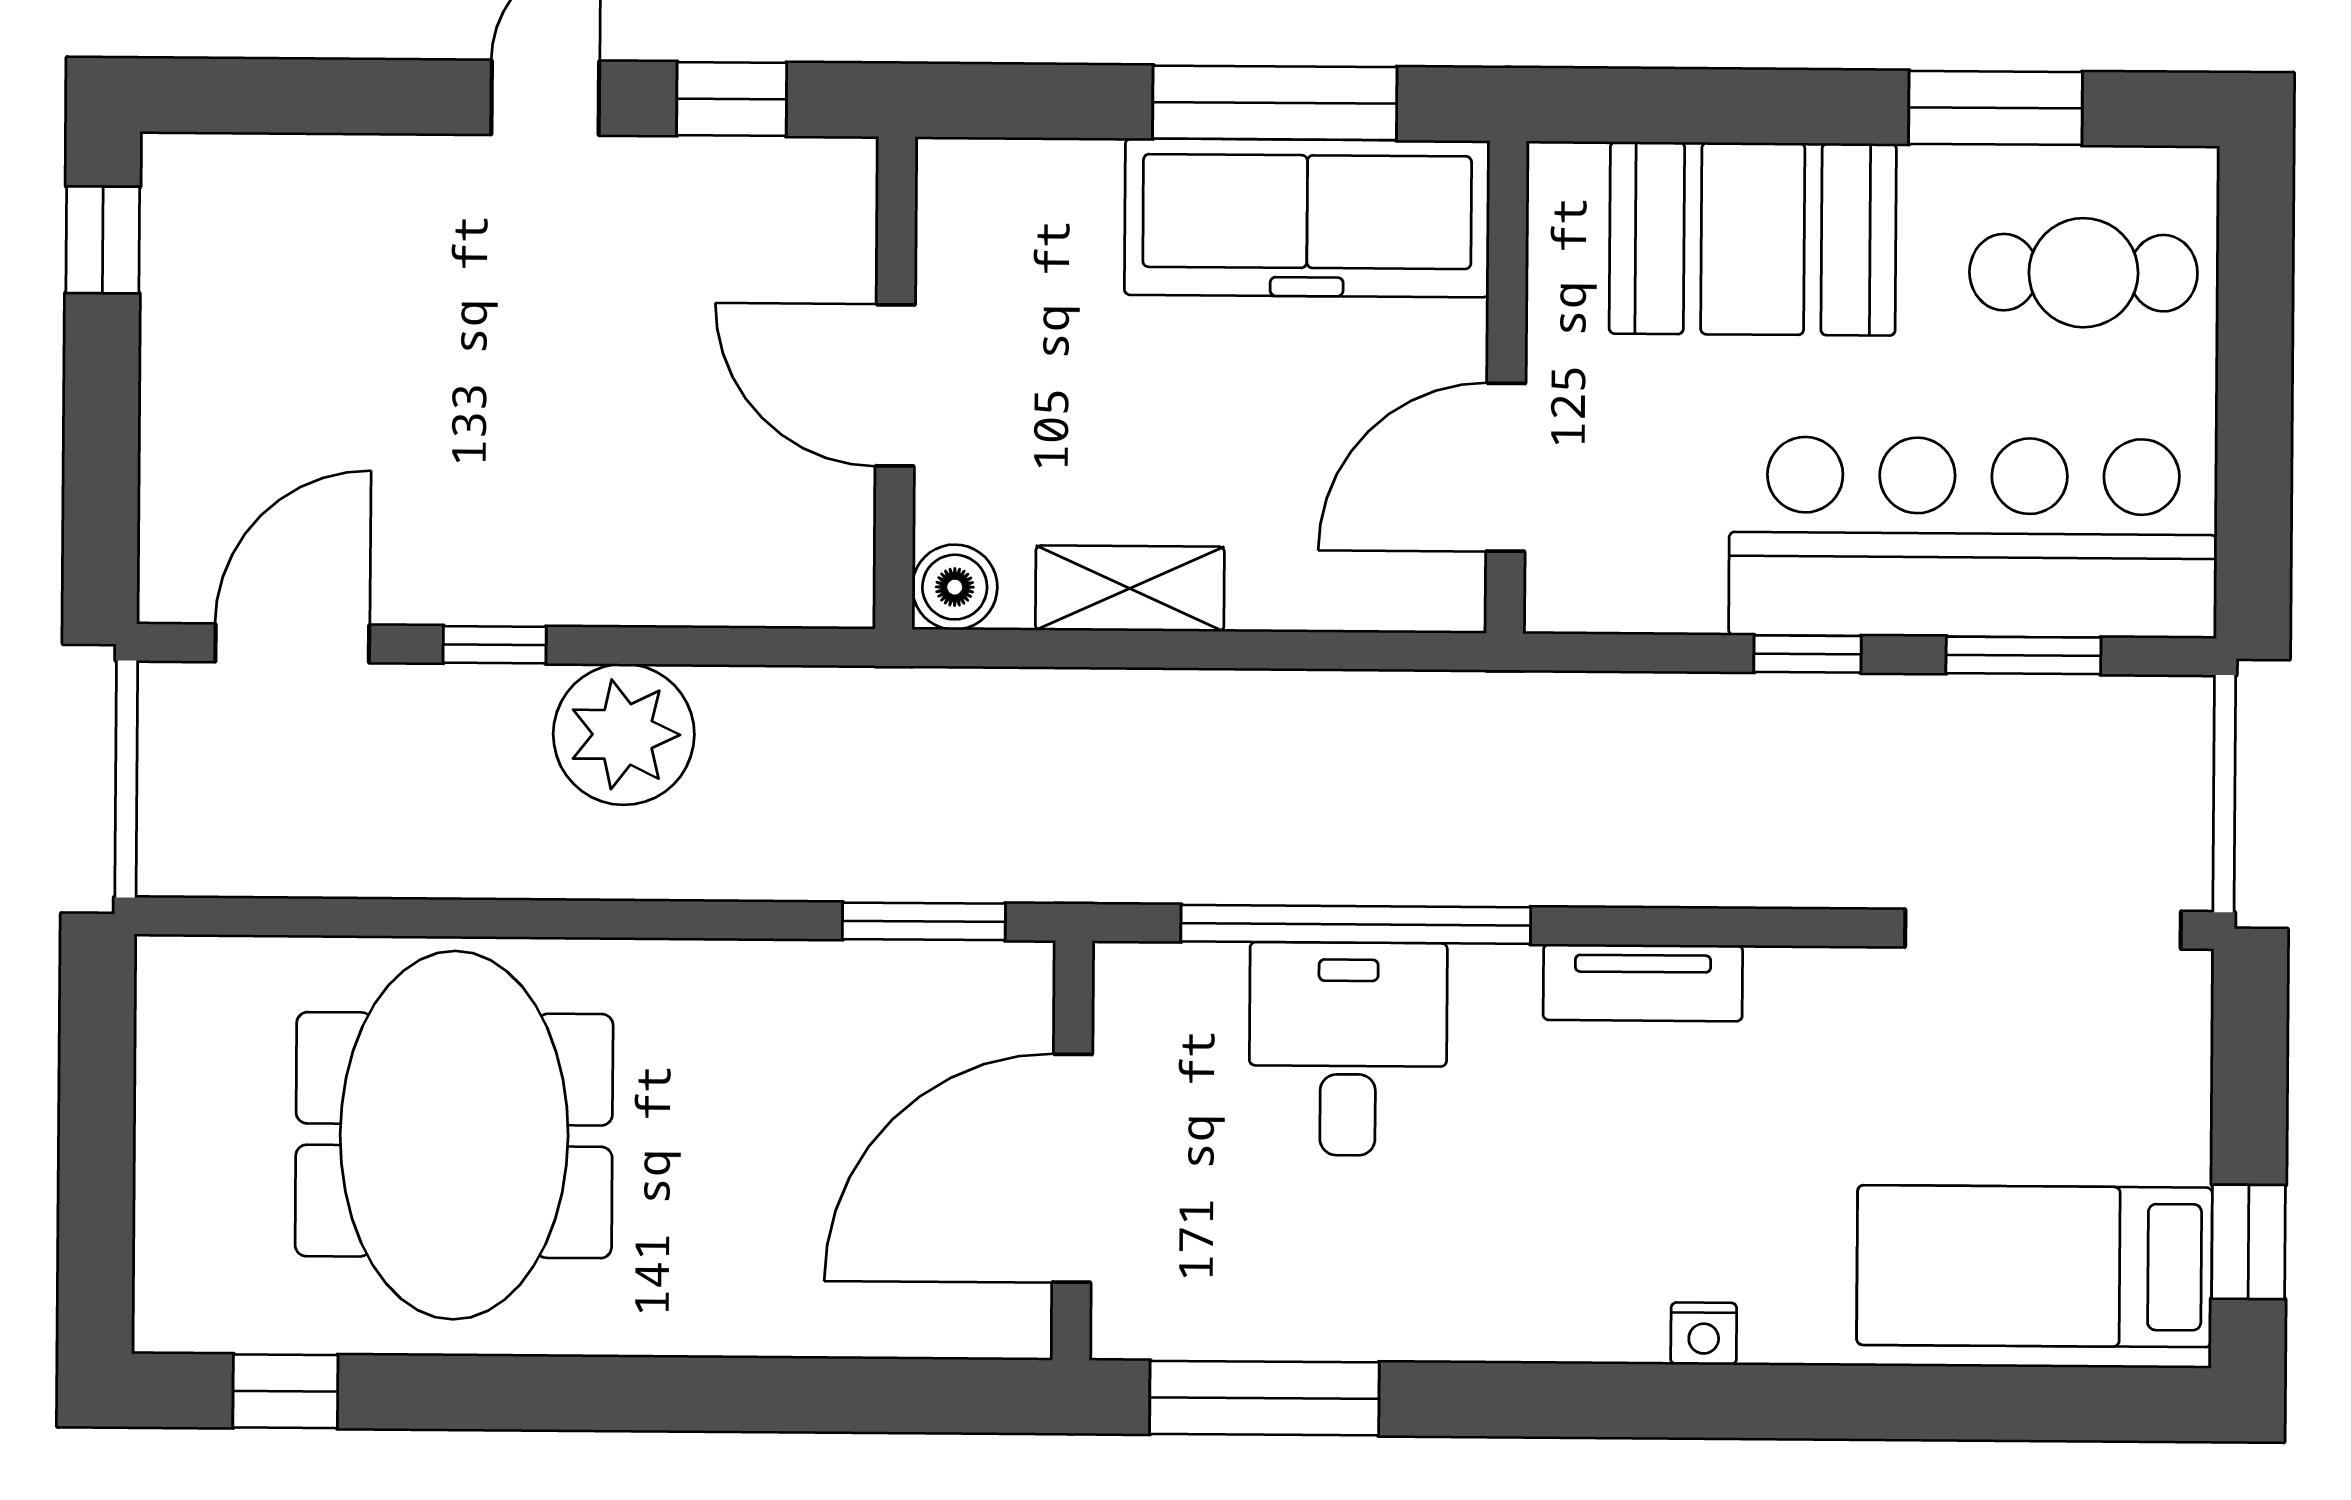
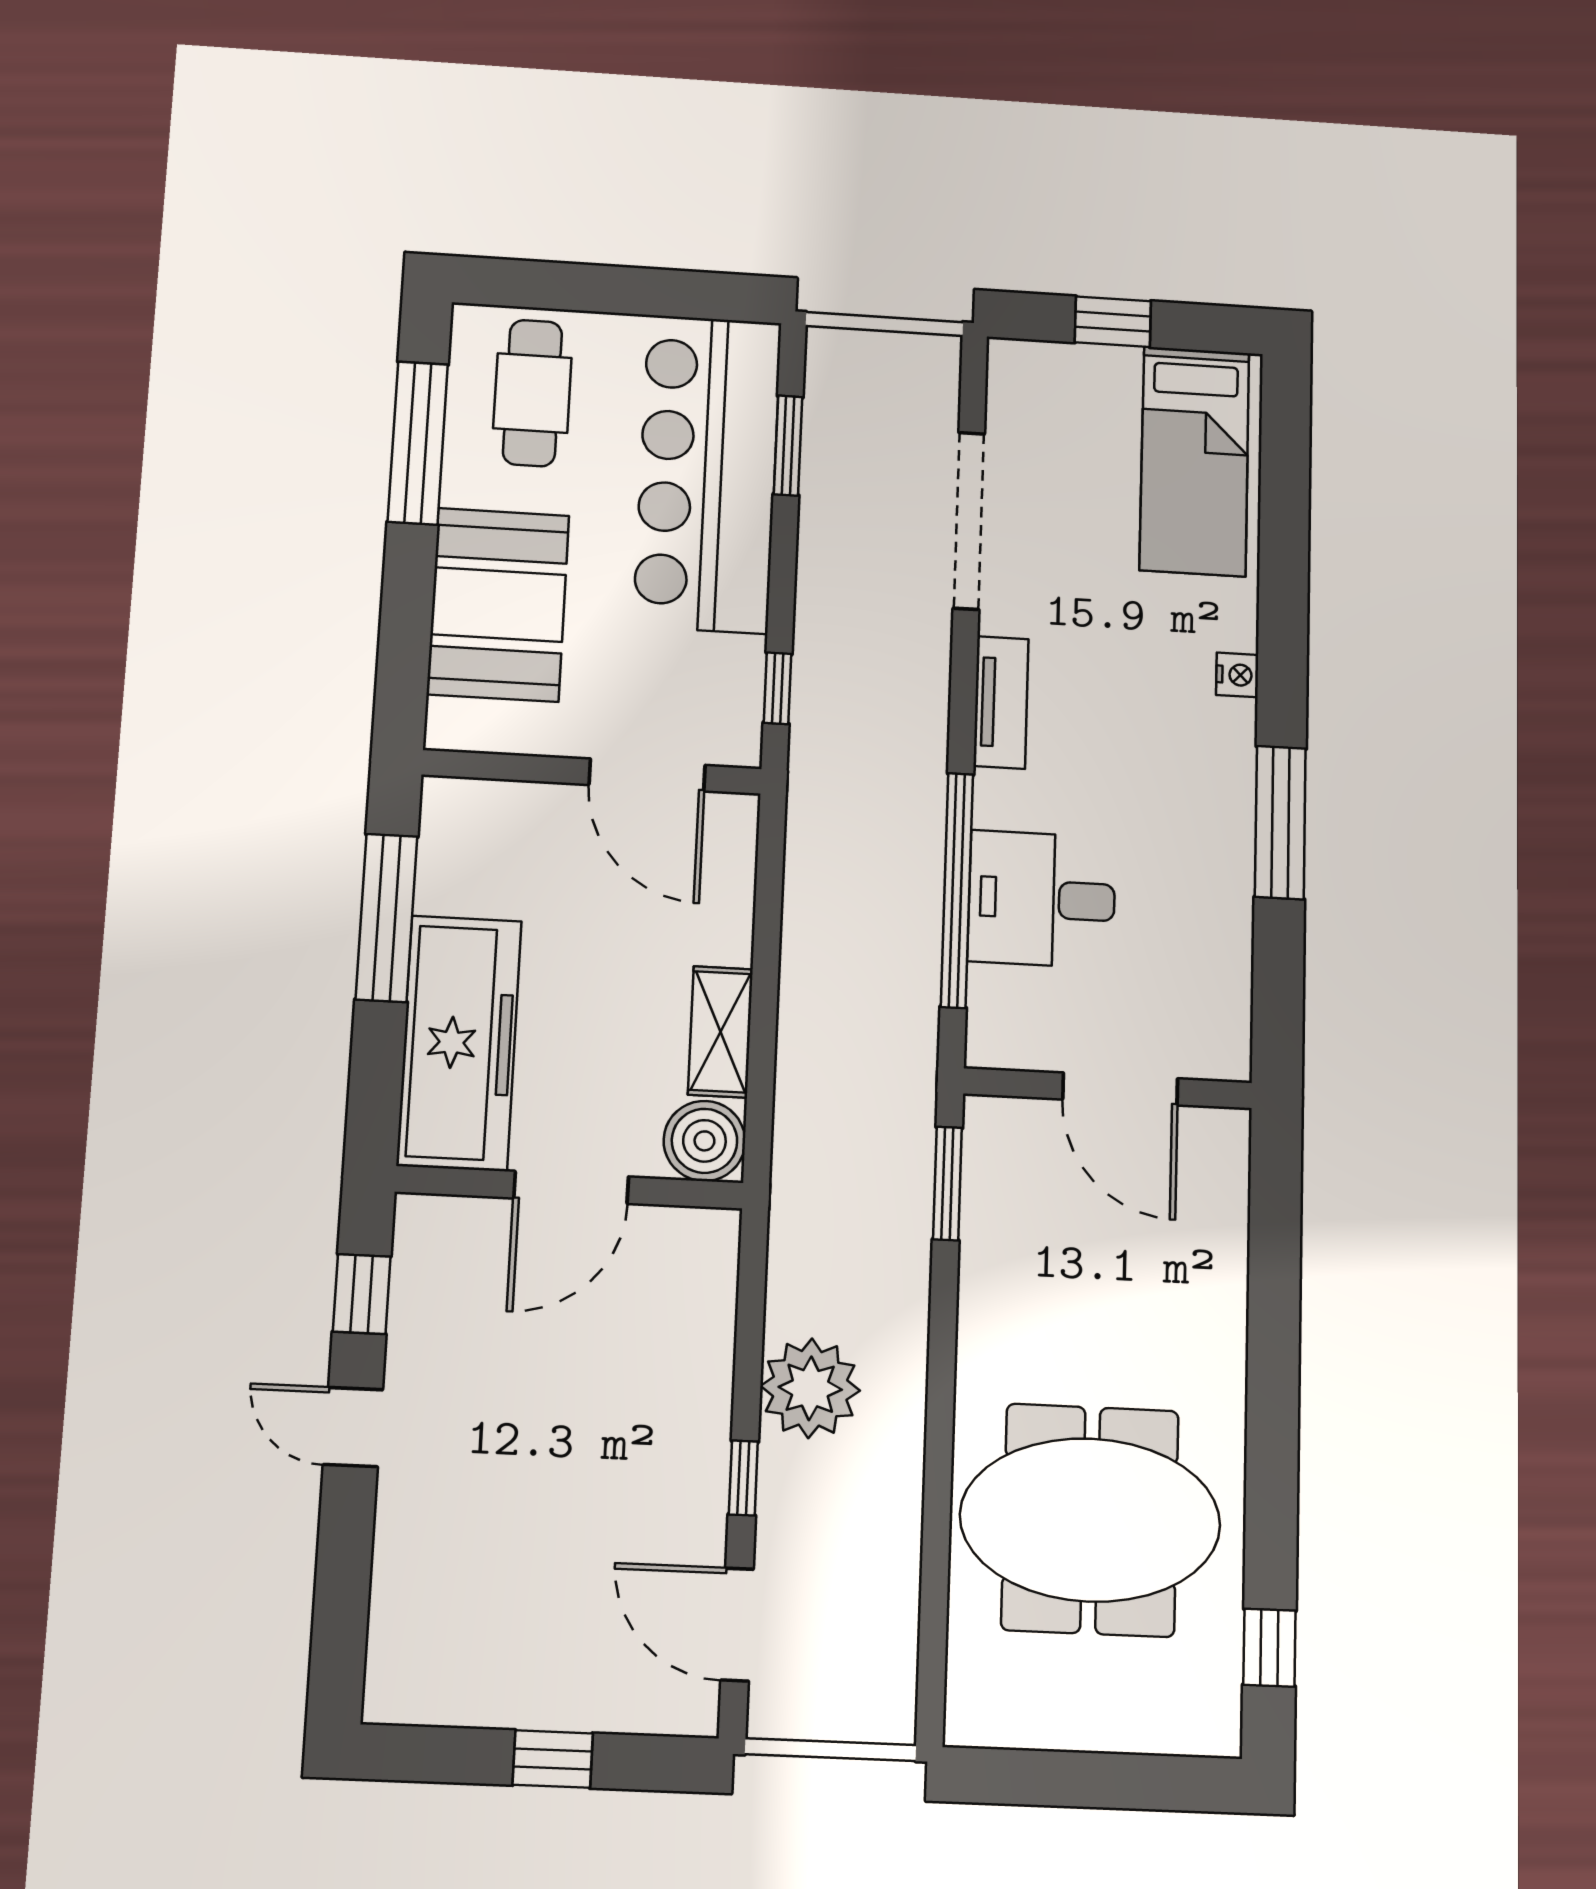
window: (1996, 108) -> (418, 443), width x1.44
freezer: (1307, 218) -> (459, 1043), moved
window: (103, 240) -> (553, 1759), moved
boiler: (955, 587) -> (704, 1141), width x1.36, depth x1.36
window: (1808, 654) -> (778, 688), moved
doorway: (2043, 929) -> (969, 521), moved
door: (1072, 1168) -> (1120, 1089), width x0.73
window: (2248, 1242) -> (1113, 322), moved
window: (1264, 1398) -> (1280, 822), moved

